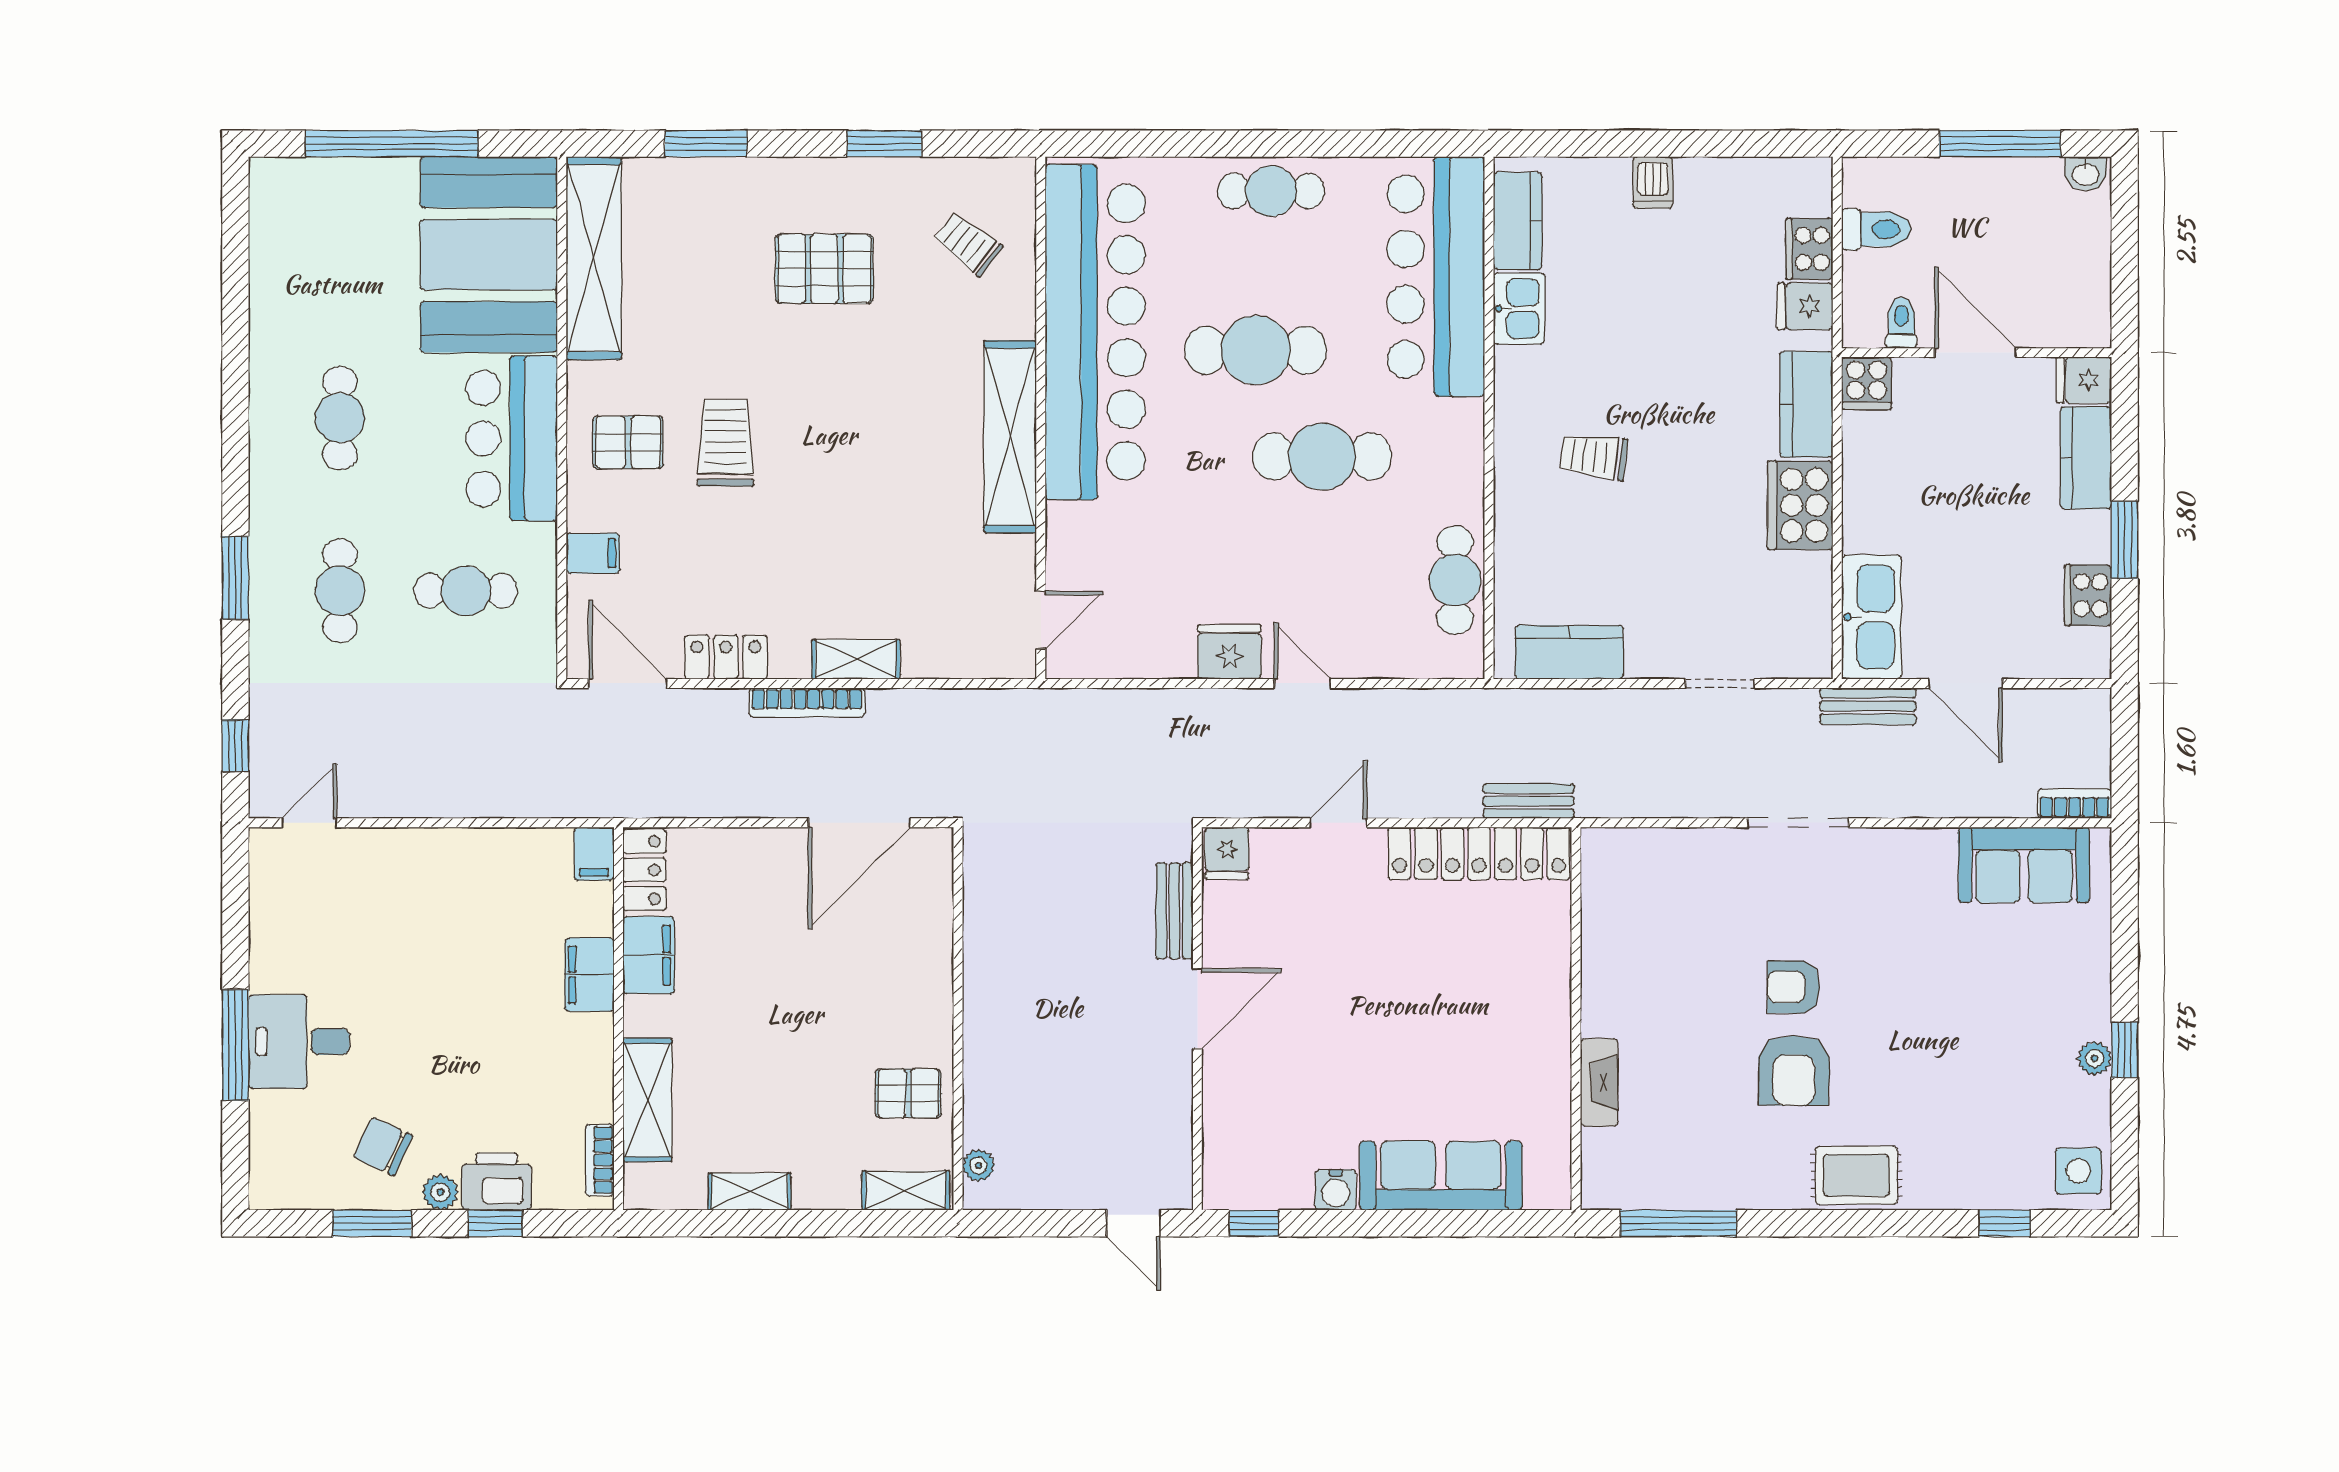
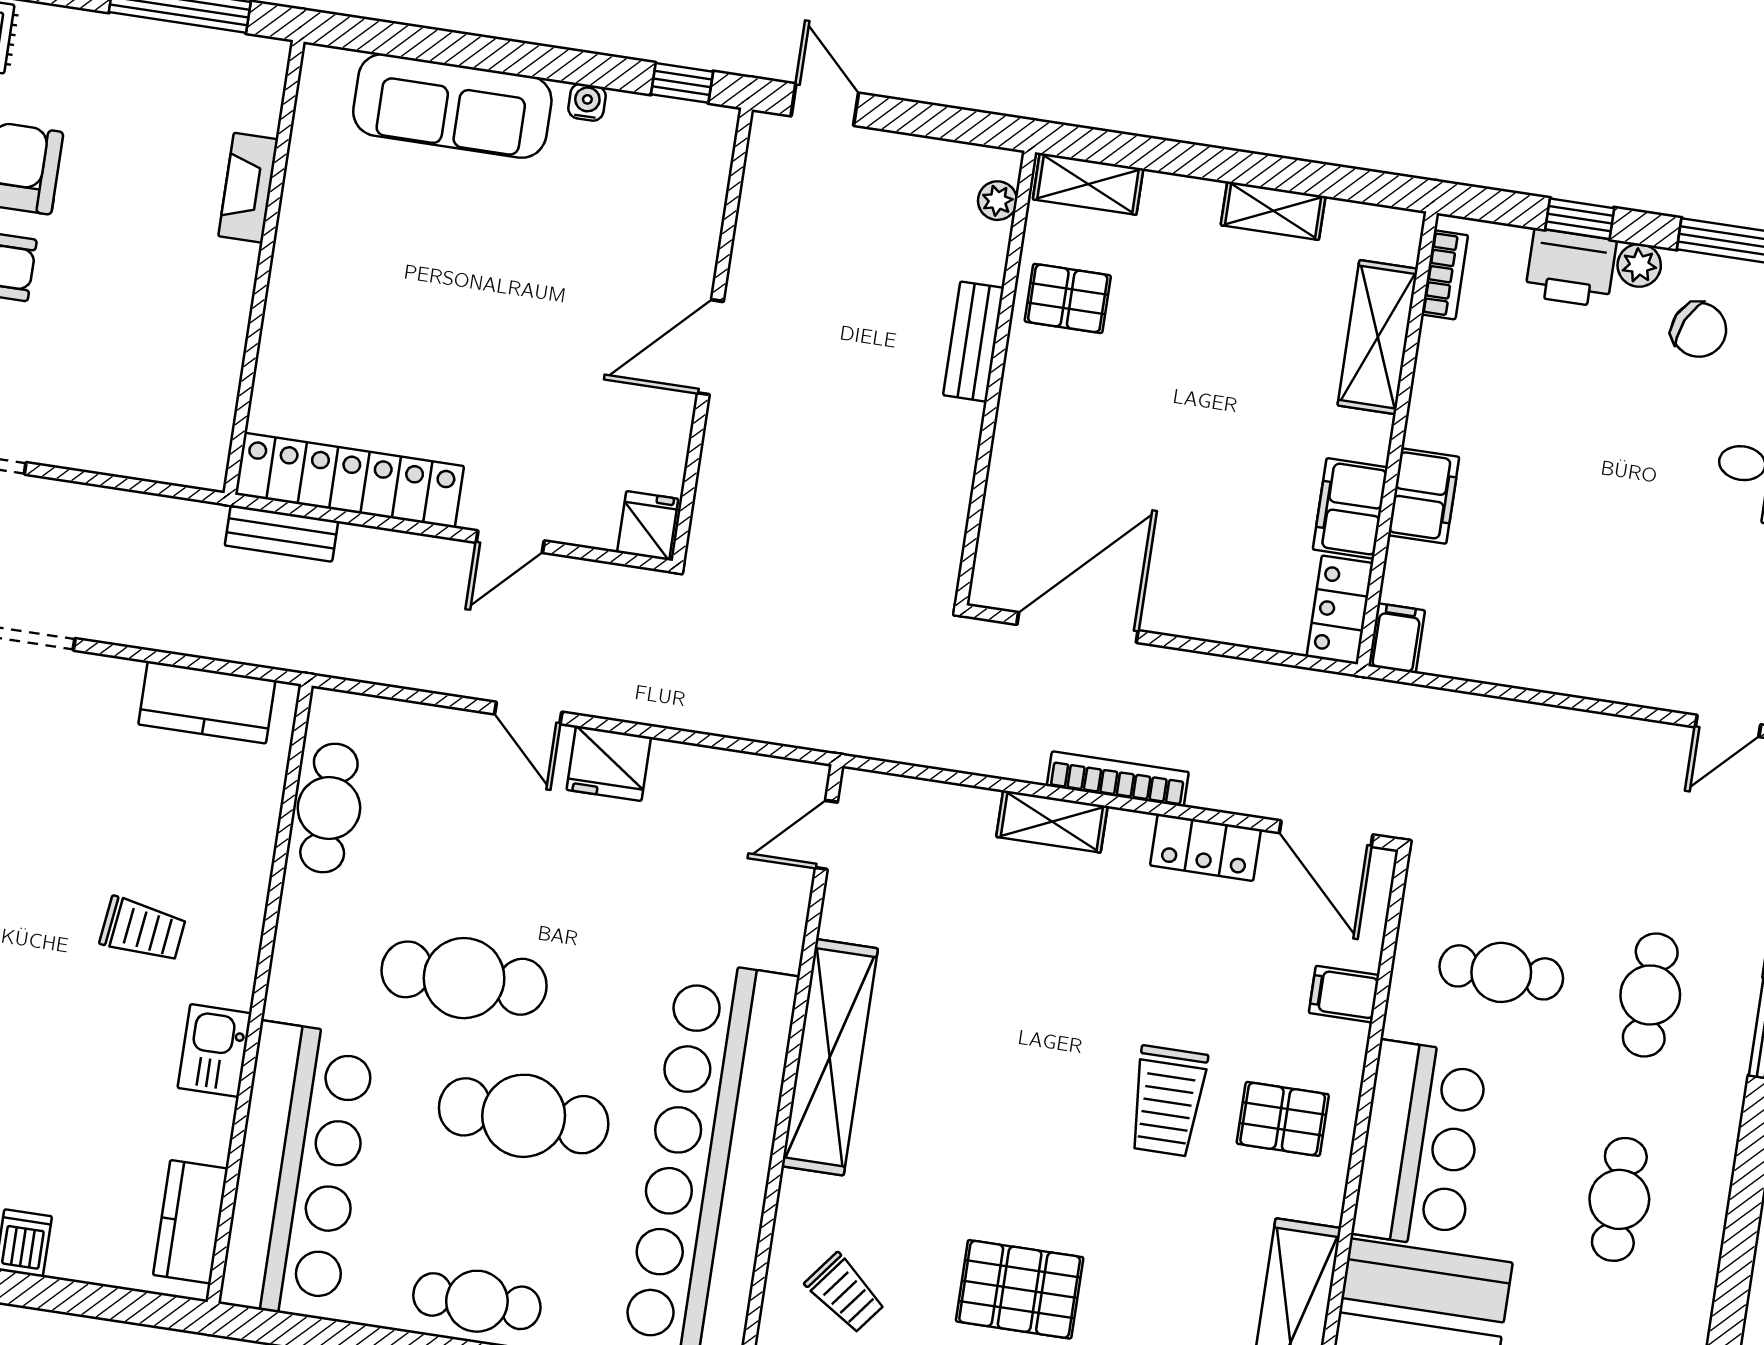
kitchen sink: (1519, 309) -> (215, 1051), moved
bench: (1175, 911) -> (974, 342), moved
water cooler: (1336, 1190) -> (587, 102), width x0.72, depth x0.72

